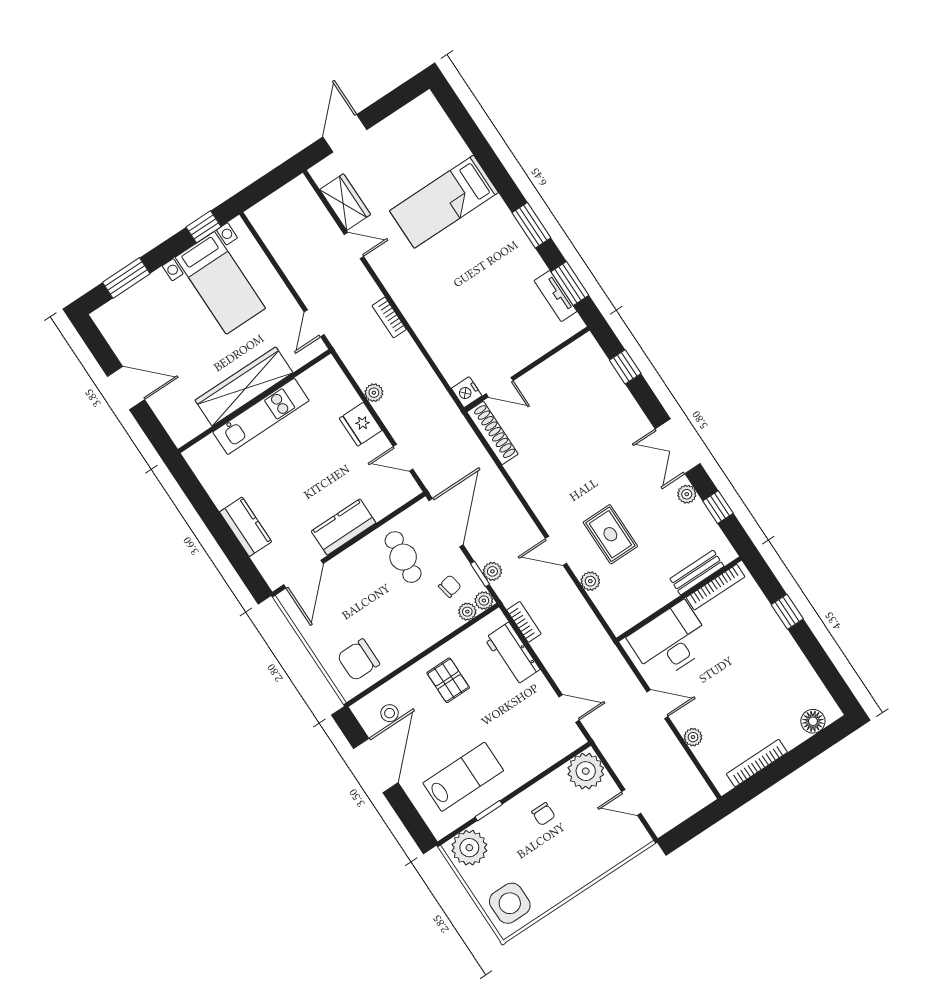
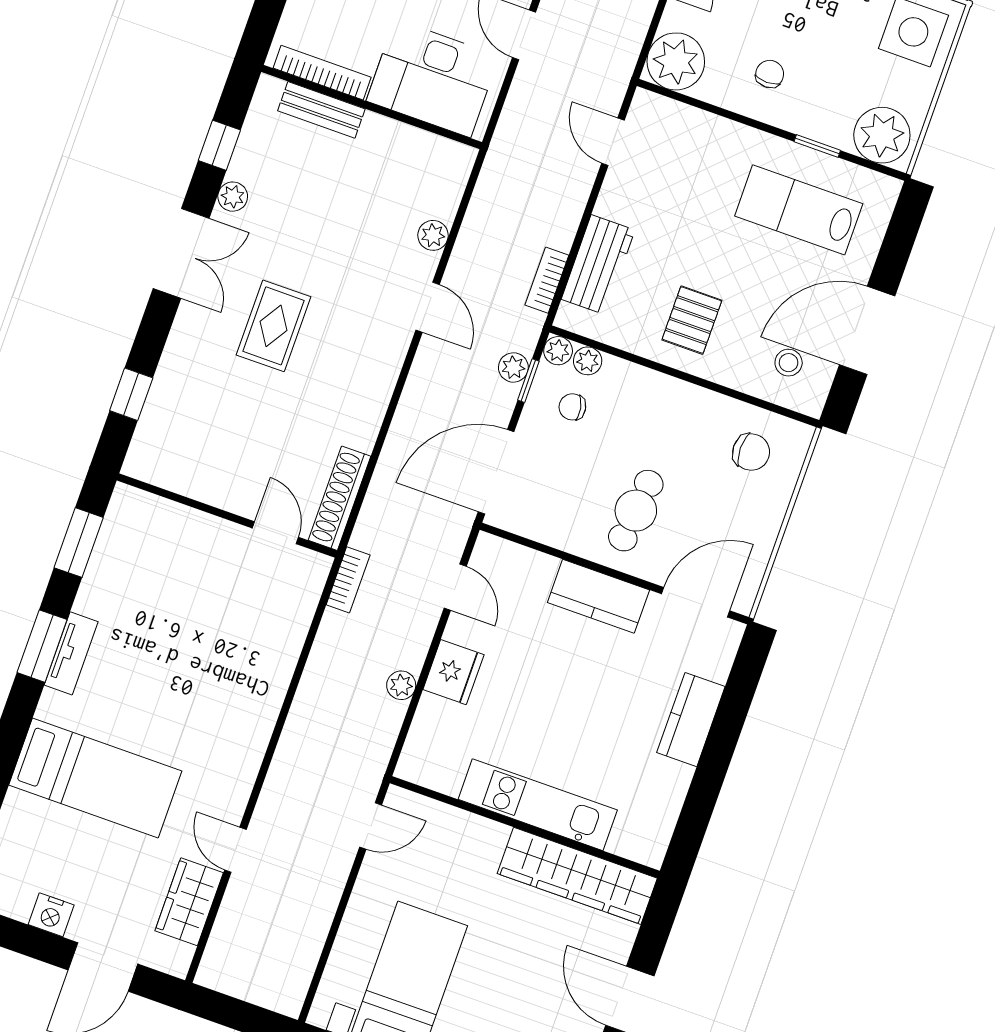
tv unit: (555, 296) -> (71, 653), moved
bookcase: (389, 318) -> (348, 580), moved
wardrobe: (244, 386) -> (577, 876), moved
nightstand: (467, 392) -> (51, 915), moved, turned 90
rug: (610, 534) -> (274, 326), moved
cafe table: (403, 557) -> (636, 511), moved
chair: (358, 660) -> (751, 452), width x0.73, depth x0.73

